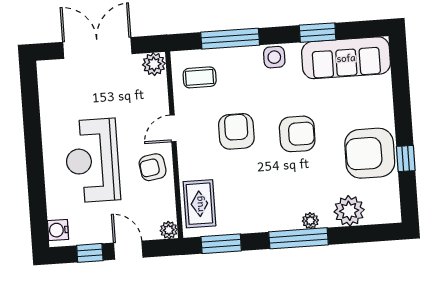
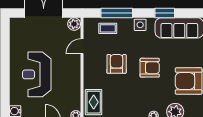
coffee table: (200, 77) -> (108, 28), moved
door: (173, 128) -> (82, 46), moved
armchair: (153, 167) -> (69, 80), removed

